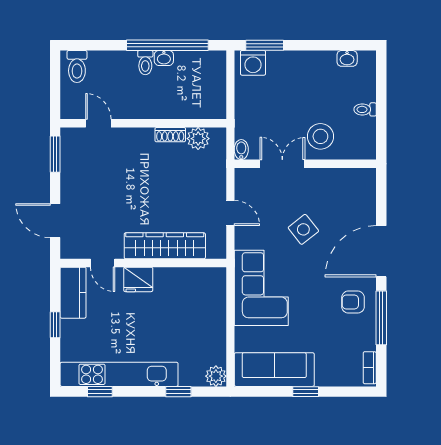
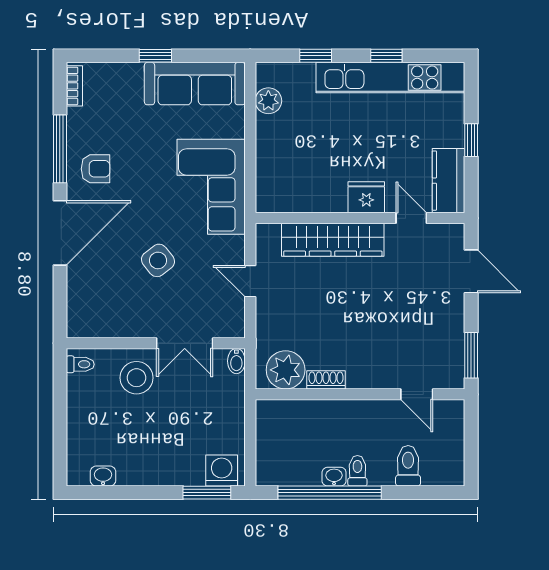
toilet: (77, 66) -> (408, 466), moved
toilet: (365, 109) -> (80, 364), moved
plant: (198, 139) -> (286, 370), width x1.36, depth x1.36
plant: (216, 376) -> (268, 101), moved
window: (100, 392) -> (386, 56), moved

